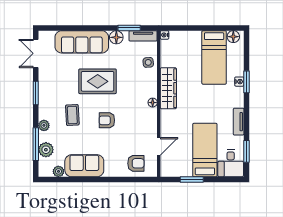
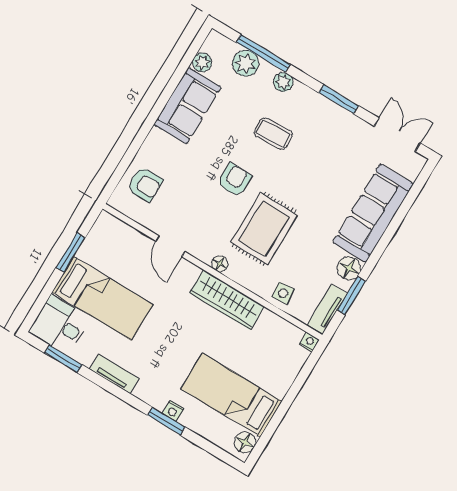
rug: (98, 81) -> (264, 229), moved
door: (159, 146) -> (170, 246), moved
armchair: (136, 163) -> (145, 184), turned -90

